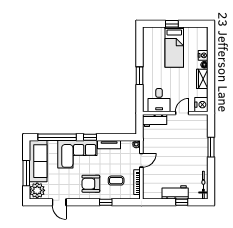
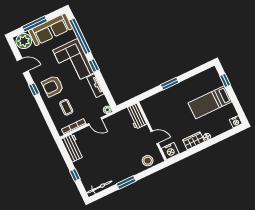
window: (172, 24) -> (225, 80), moved
nightstand: (203, 55) -> (236, 122), moved
desk: (159, 100) -> (156, 111), removed
stool: (200, 130) -> (148, 161), added
window: (211, 147) -> (126, 183), moved
armchair: (91, 184) -> (53, 86), turned -90
workbench: (175, 192) -> (73, 148), moved
door: (59, 202) -> (23, 66), swing flipped
window: (106, 202) -> (34, 89), moved

